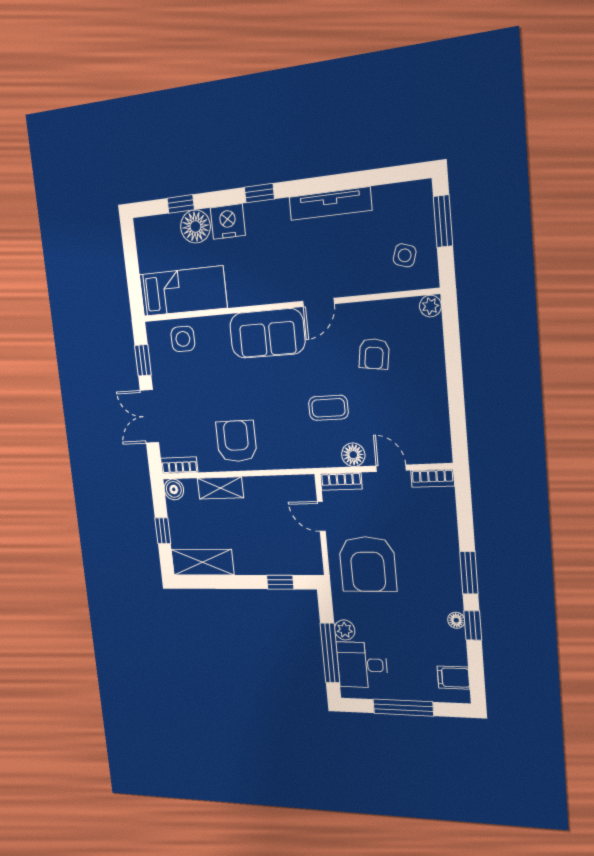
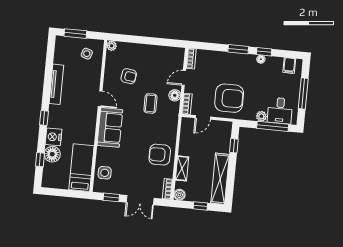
shelving: (202, 562) -> (220, 179), width x1.47

